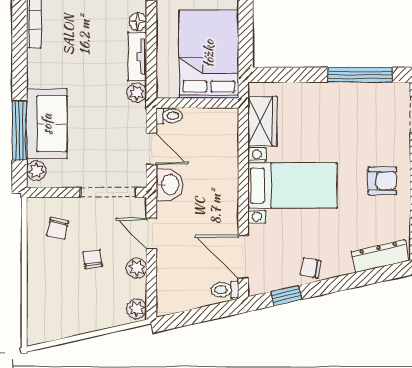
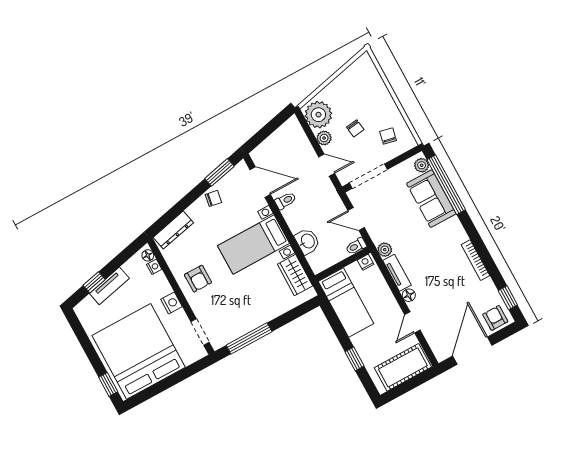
bed: (209, 54) -> (346, 302), width x0.67
nightstand: (169, 90) -> (365, 262), added
window: (19, 131) -> (446, 185), width x1.46
armchair: (382, 181) -> (198, 279), turned -90
washbasin: (169, 185) -> (307, 241), moved, turned 180
toilet: (225, 290) -> (285, 201), moved
window: (286, 296) -> (220, 172), width x1.50
plant: (137, 309) -> (318, 115), width x1.87, depth x1.87

